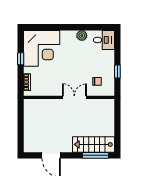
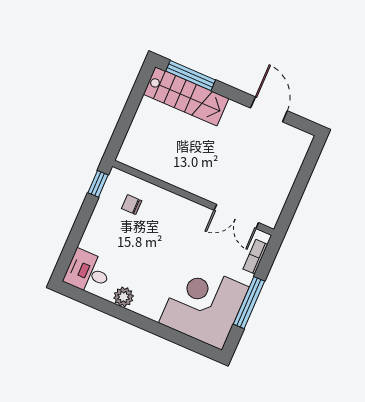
window: (21, 59) -> (249, 303), width x2.17
window: (117, 71) -> (98, 184), moved
double door: (74, 97) -> (236, 216), moved

